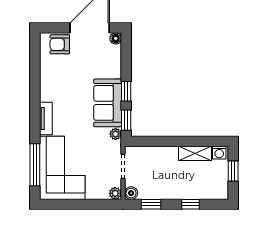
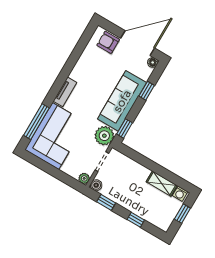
window: (126, 91) -> (147, 91), moved
sofa: (108, 103) -> (122, 101), width x1.36
plant: (116, 134) -> (104, 136), width x1.88, depth x1.88

